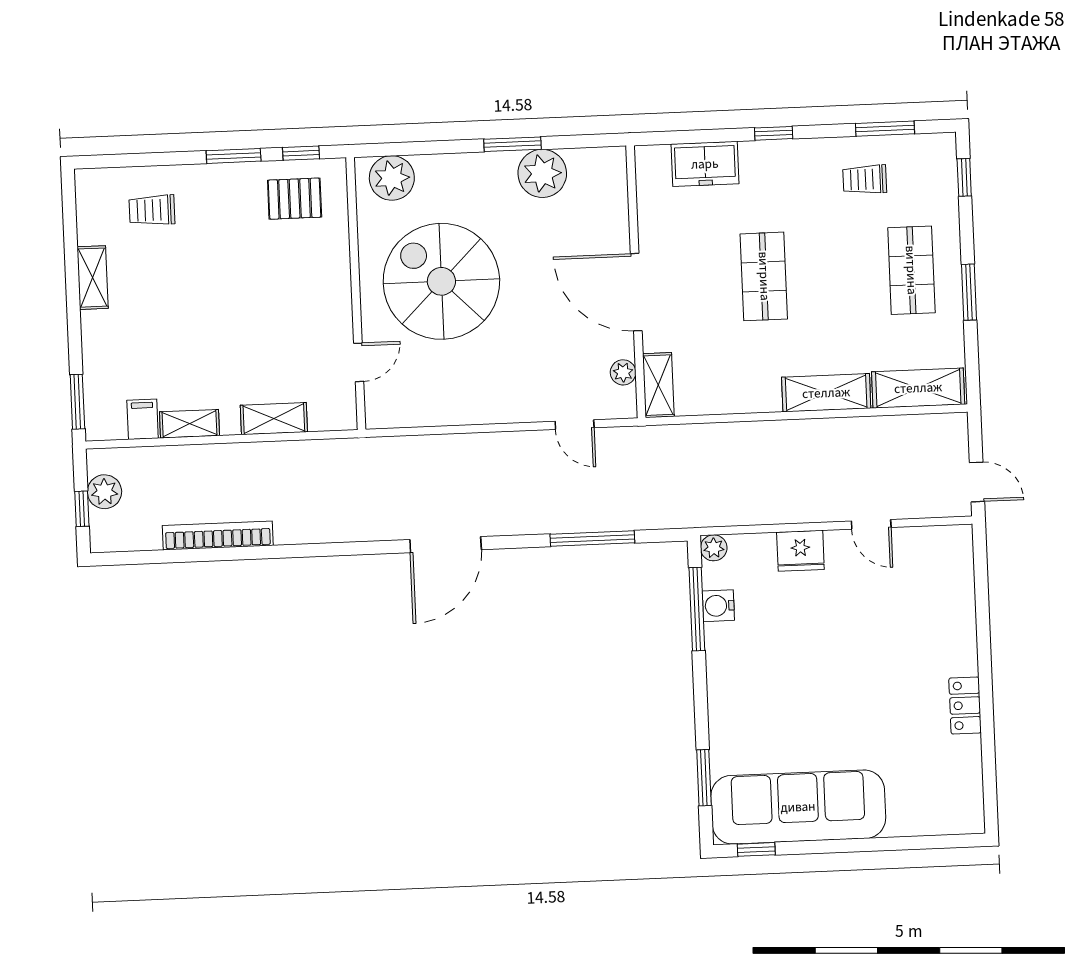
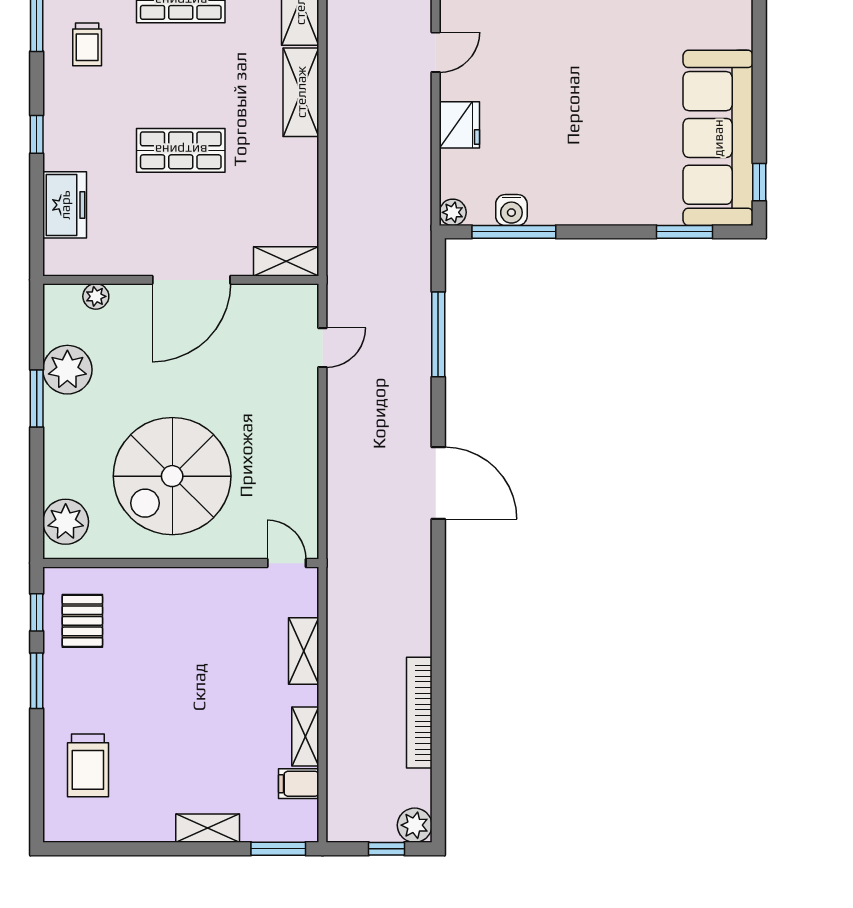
trolley: (152, 210) -> (88, 765), width x1.36, depth x1.39
shelving: (93, 278) -> (208, 828), moved
door: (359, 362) -> (287, 563), moved
plant: (623, 372) -> (96, 296), moved
plant: (104, 492) -> (415, 825), moved

